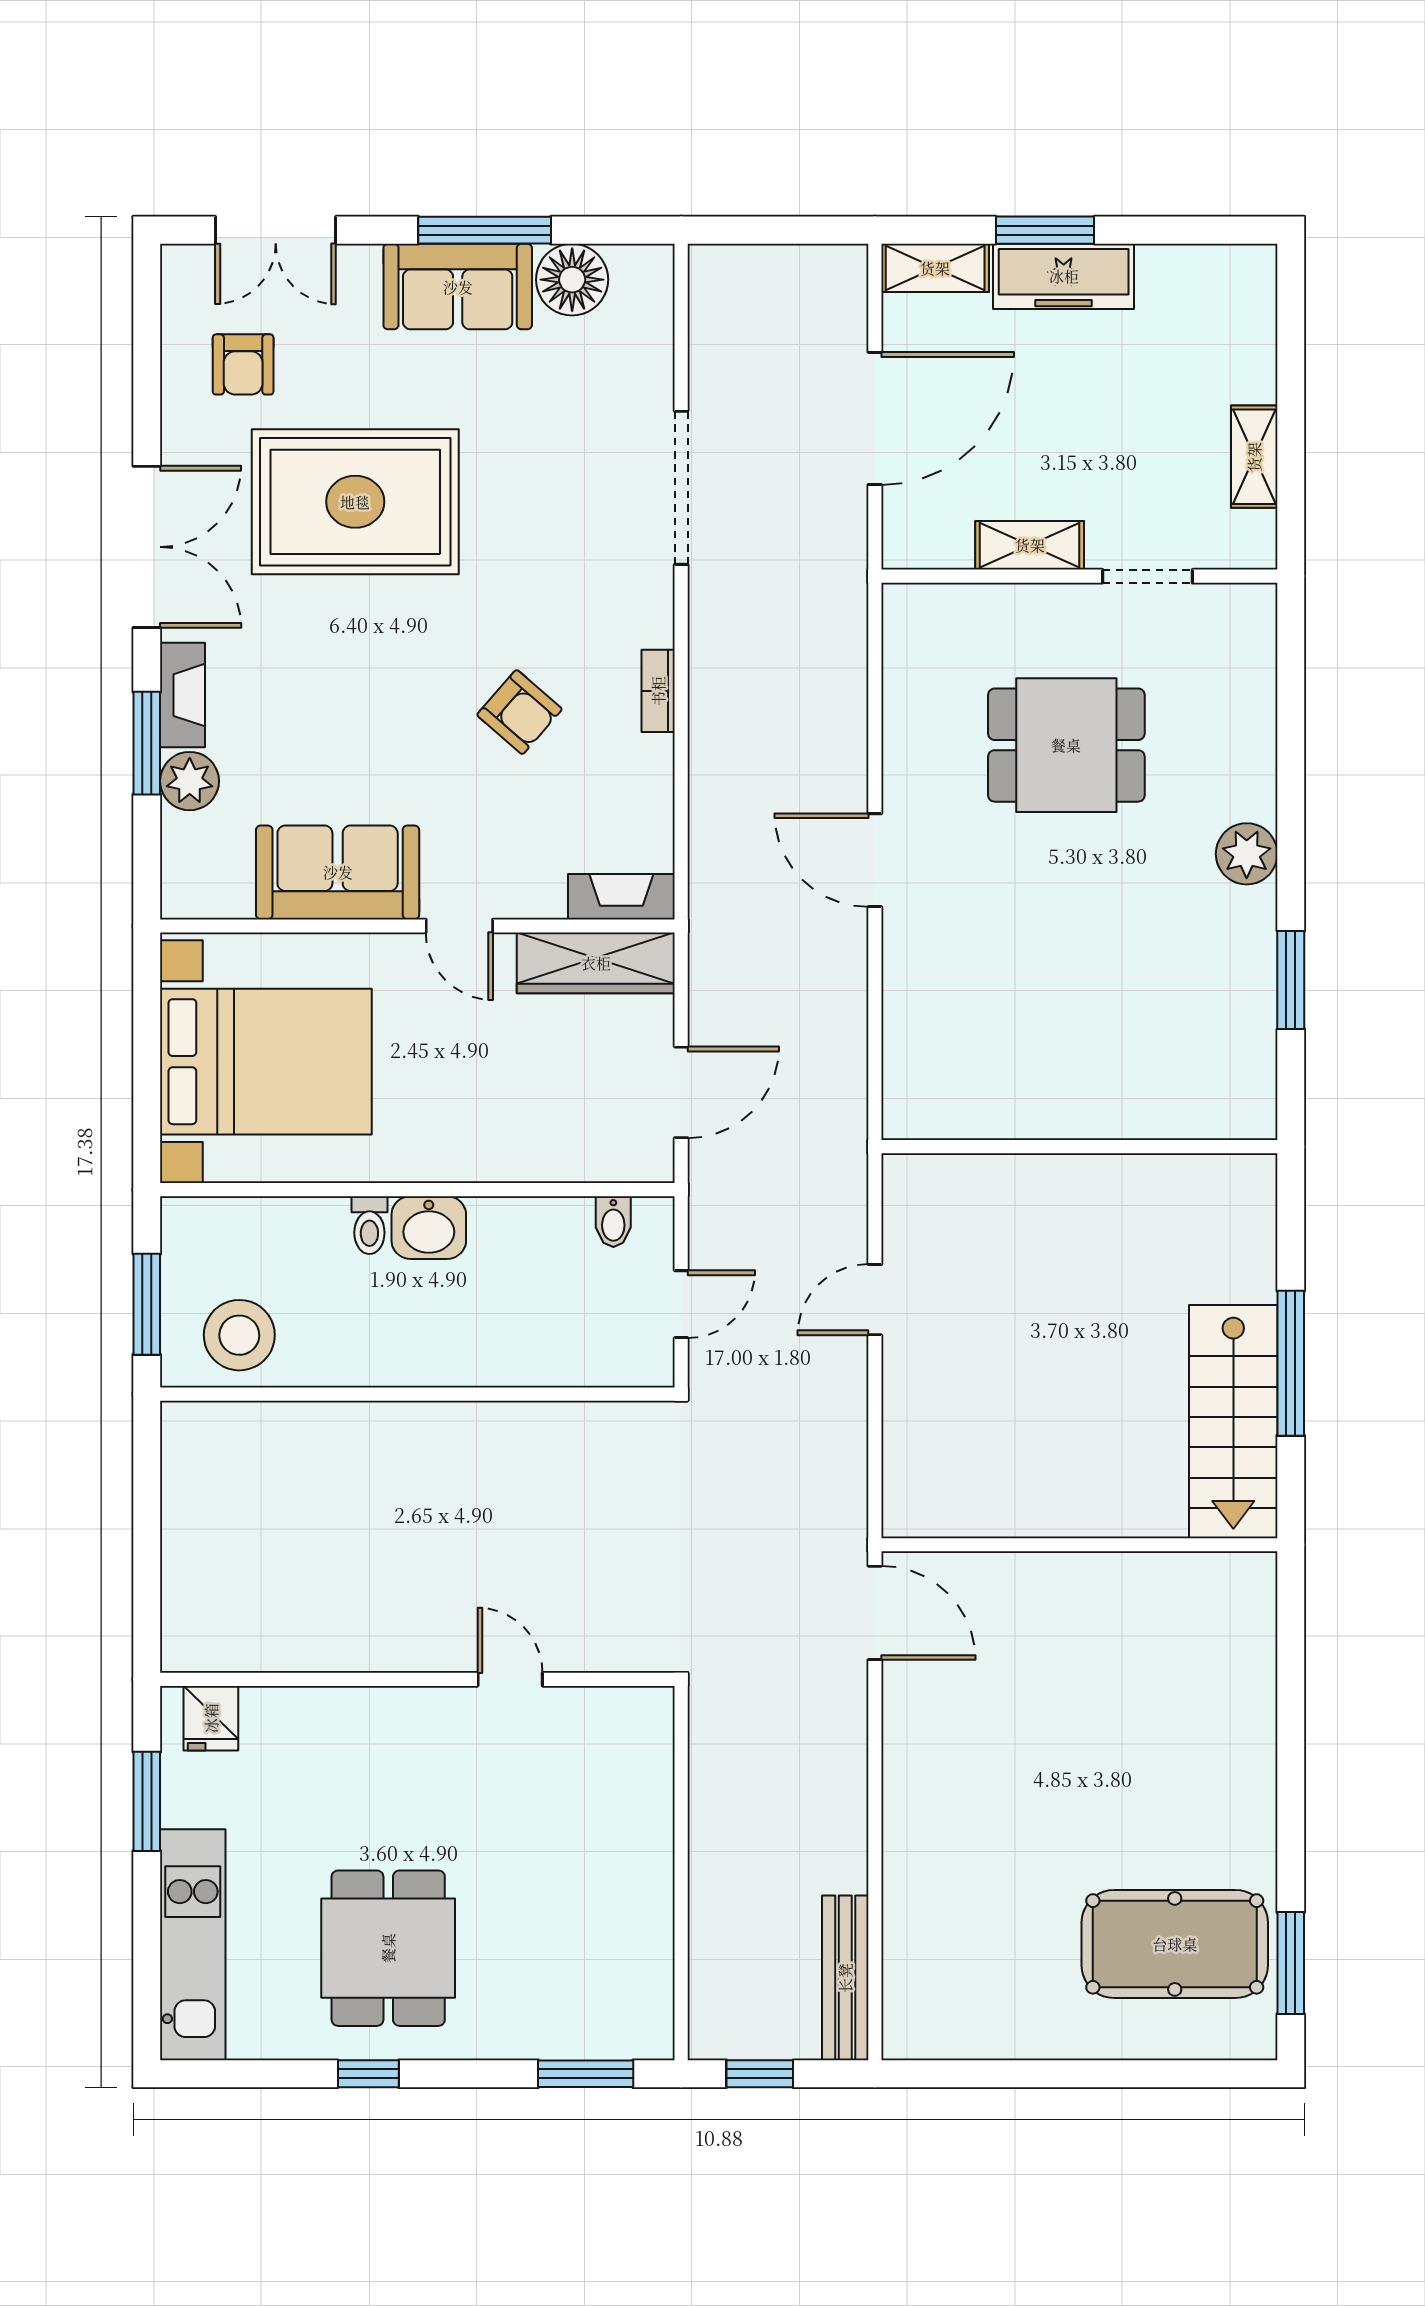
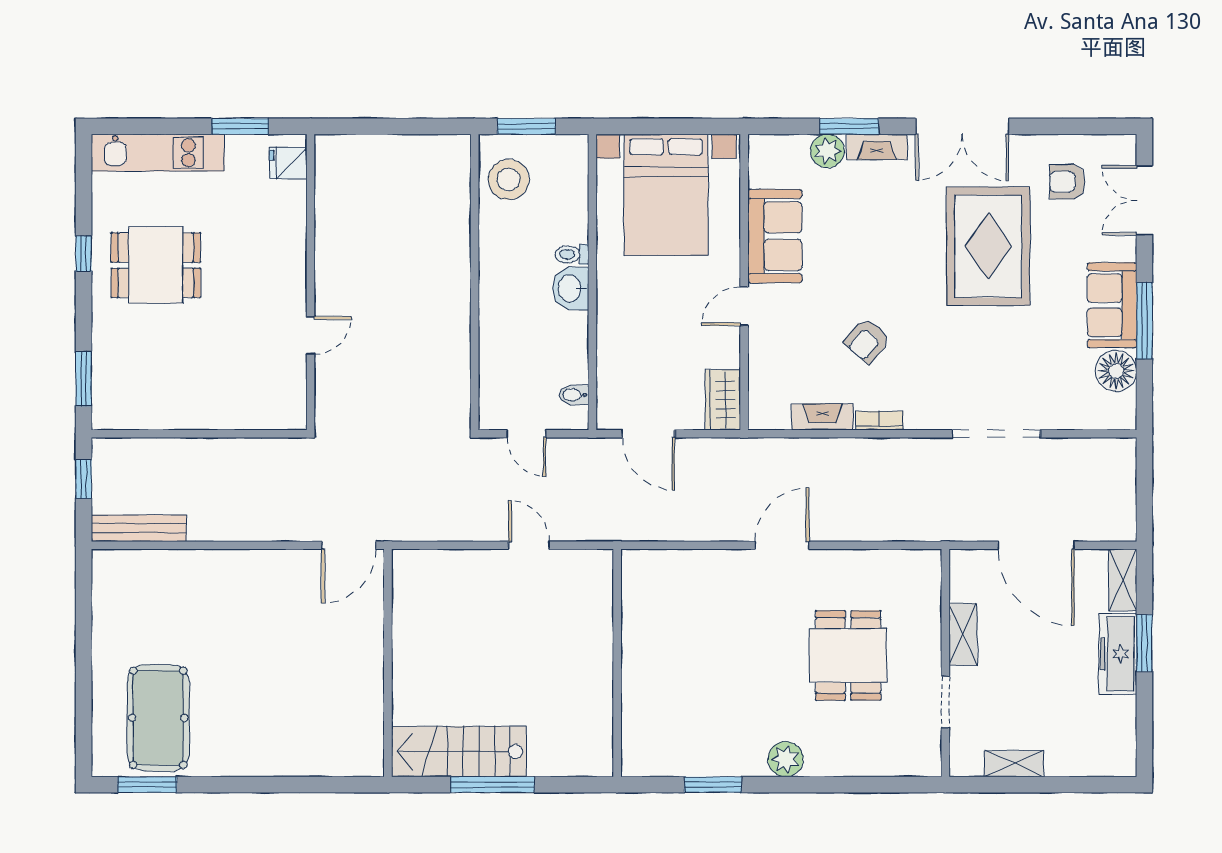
fireplace: (621, 897) -> (822, 417), moved, turned -90
wardrobe: (596, 963) -> (723, 400), width x0.67

